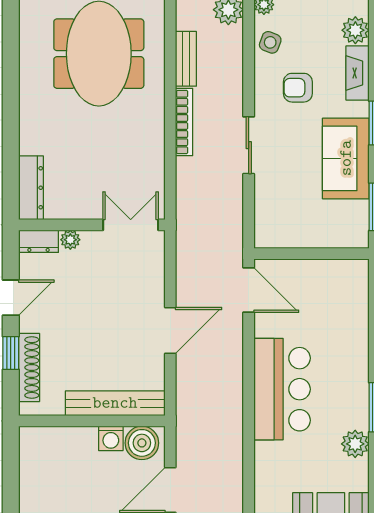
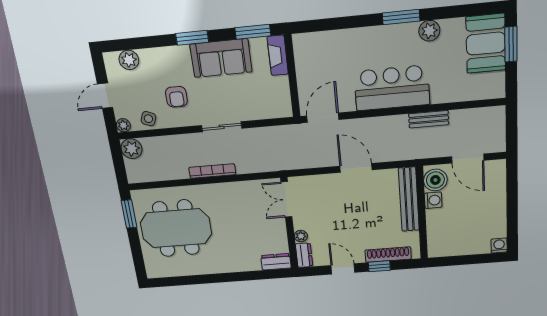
bench: (186, 59) -> (429, 119), moved
fireplace: (357, 73) -> (278, 55), moved, turned 90
dresser: (31, 188) -> (276, 262), width x0.70

